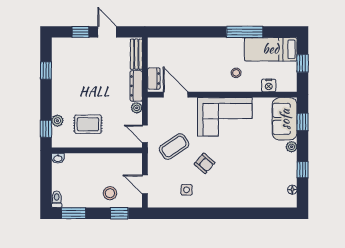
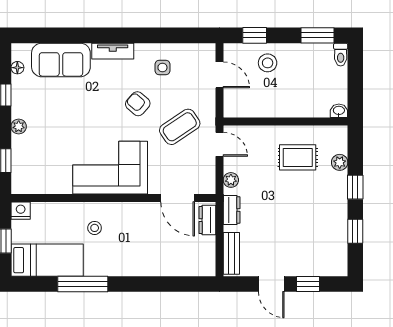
nightstand: (269, 85) -> (21, 211), moved
dresser: (136, 86) -> (232, 210), width x0.70
sofa: (285, 119) -> (61, 60), moved, turned 90
window: (46, 129) -> (355, 187), moved
tv unit: (223, 202) -> (113, 51), added

